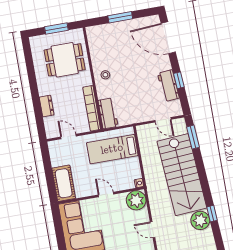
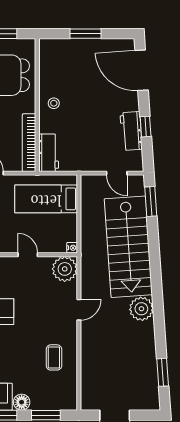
window: (212, 214) -> (158, 303), removed
door: (152, 230) -> (79, 310), swing flipped

